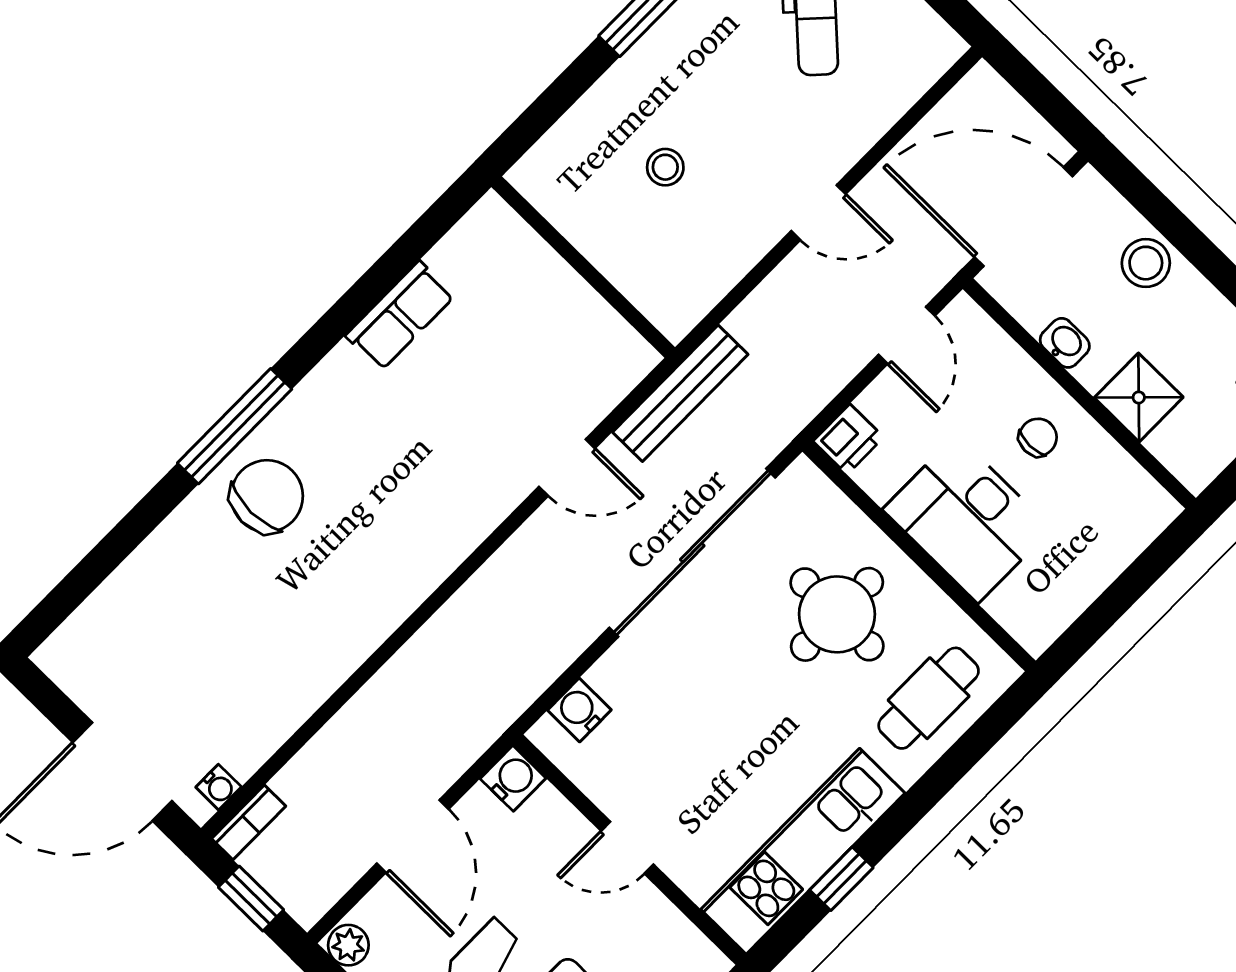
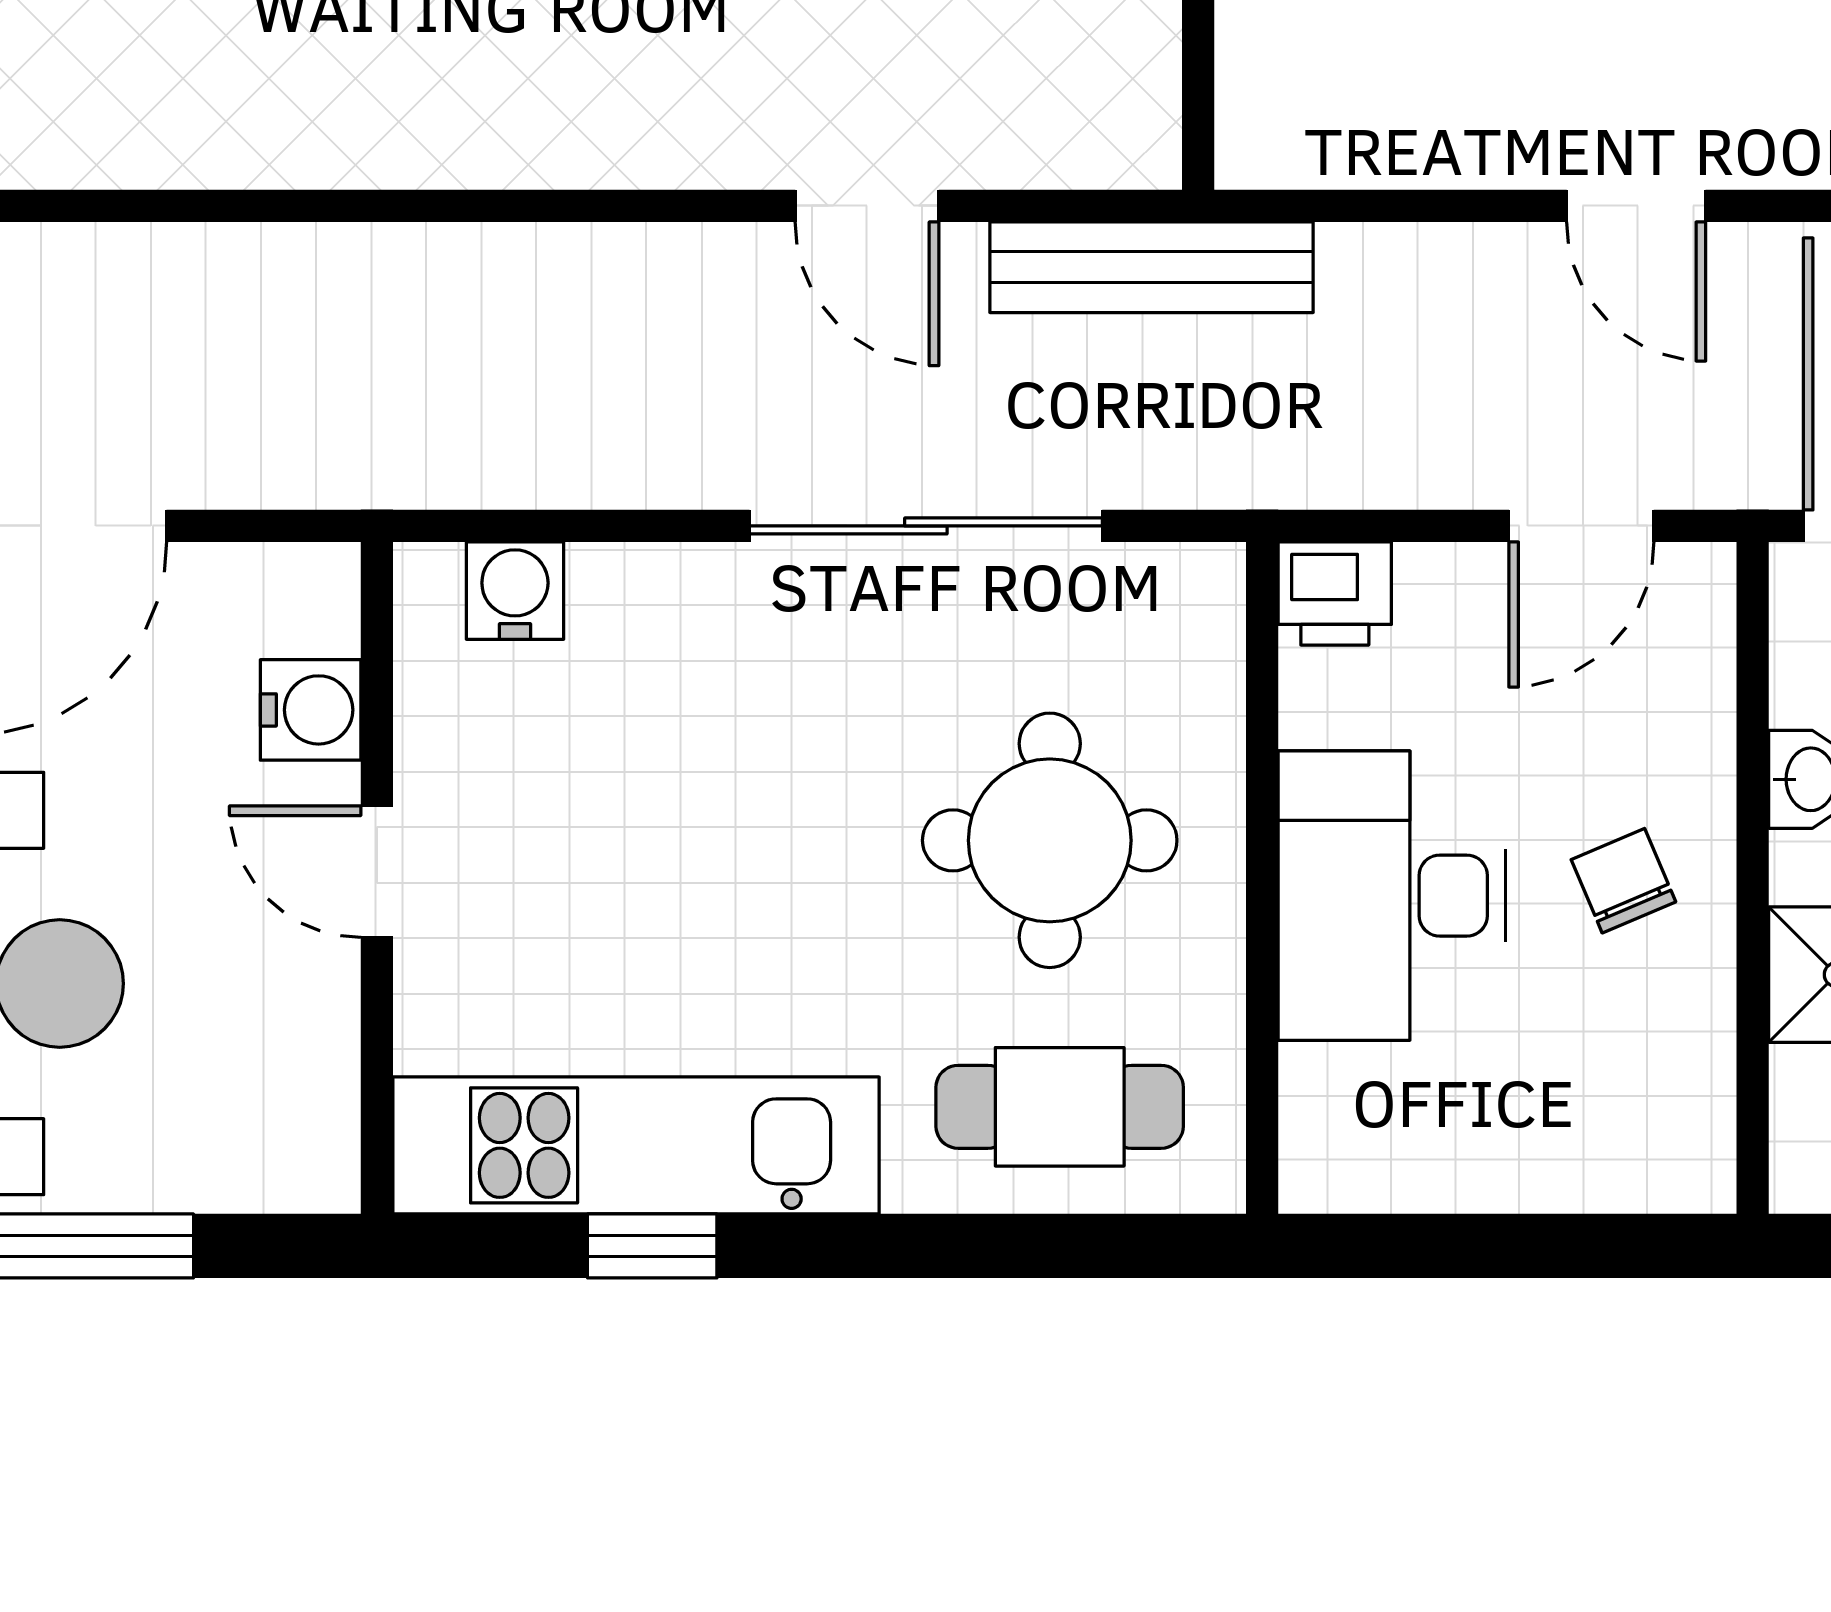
chair: (1038, 437) -> (1623, 881), turned -113
sliding door: (692, 553) -> (926, 526), width x0.73
water cooler: (513, 778) -> (311, 710), moved

